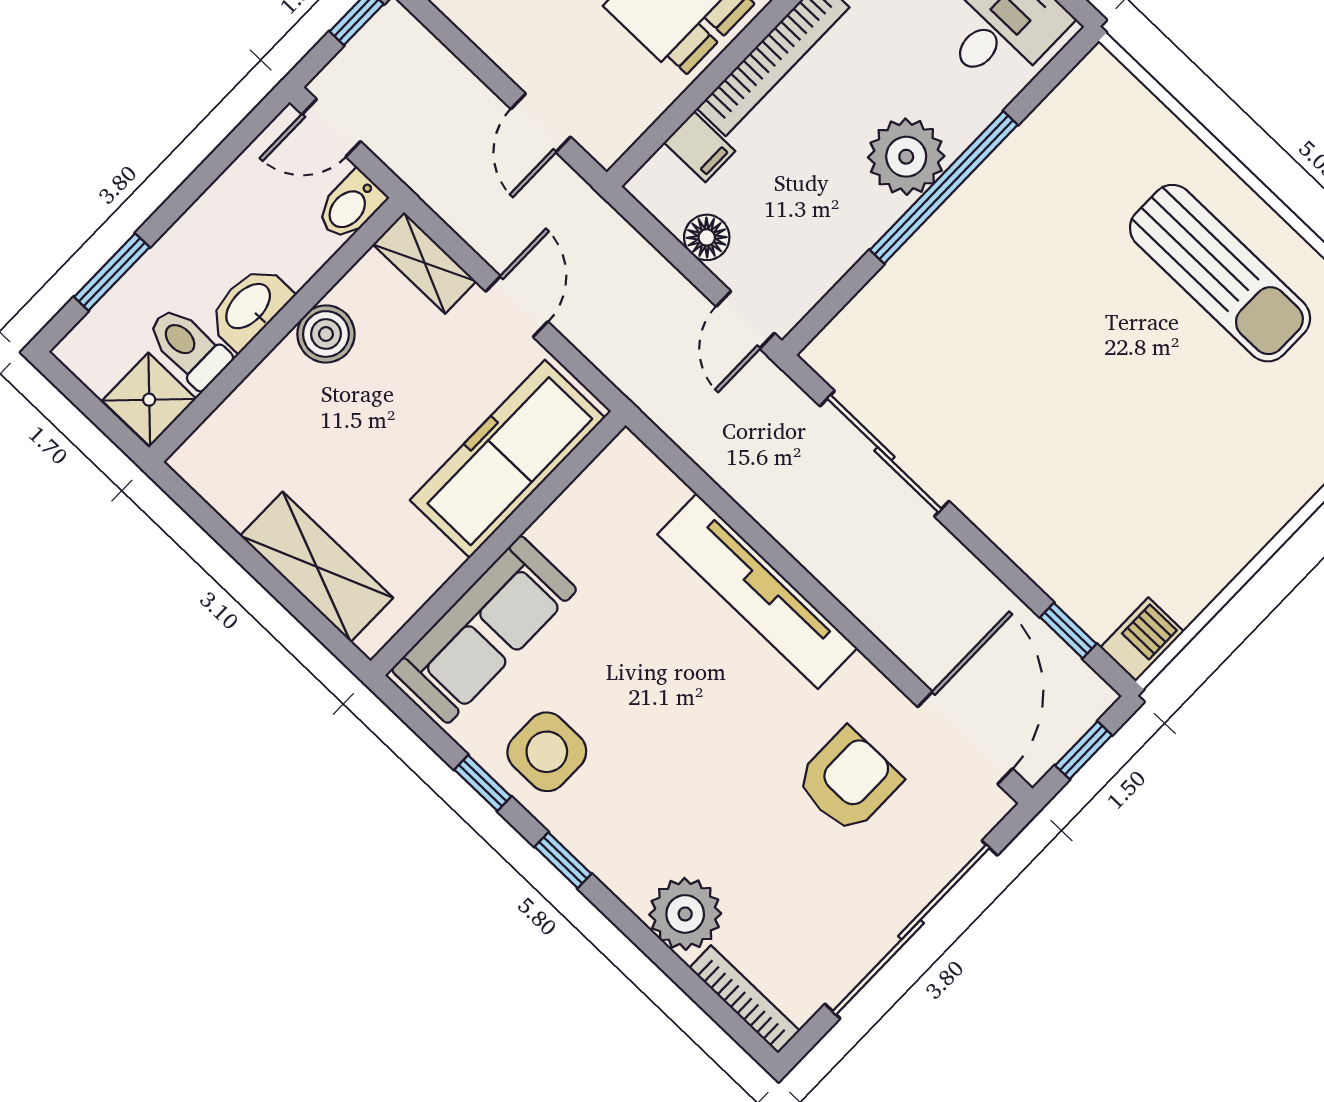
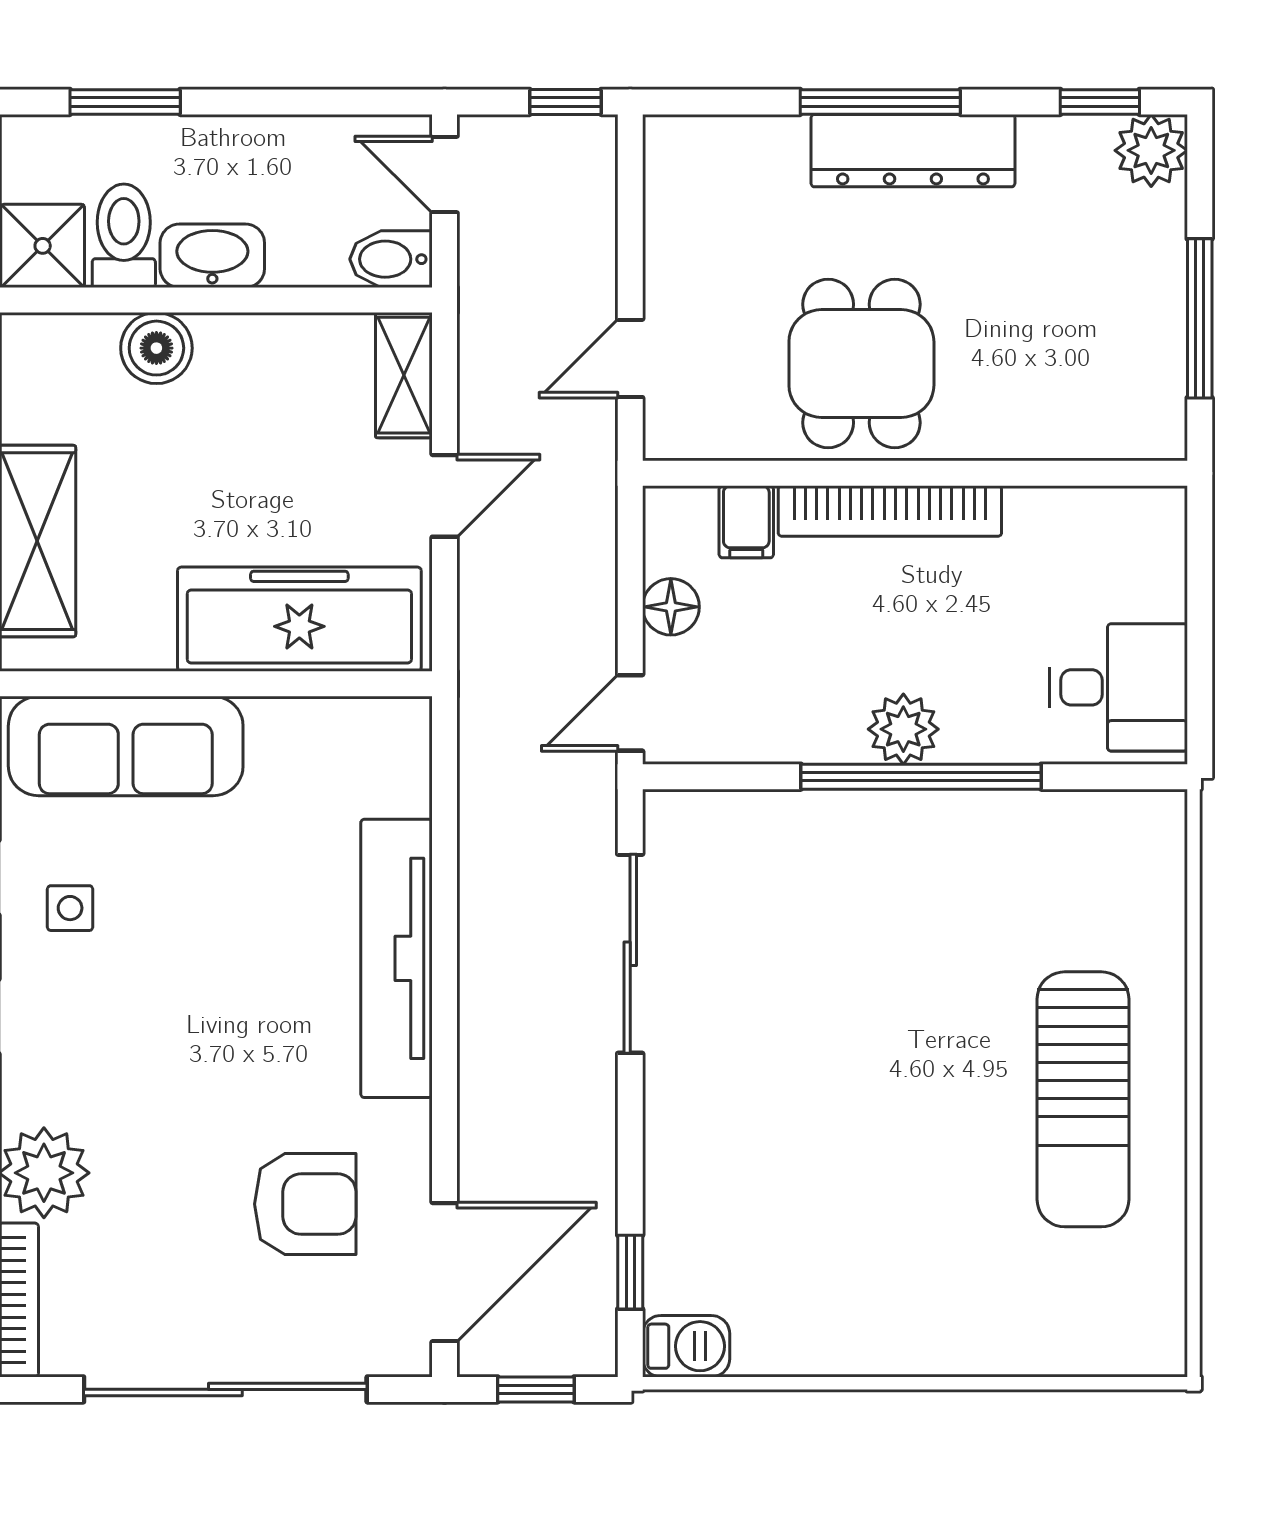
plant: (906, 157) -> (903, 729), width x0.73, depth x0.73
boiler: (326, 334) -> (156, 348), moved
side table: (547, 752) -> (70, 908), width x0.54, depth x0.54

